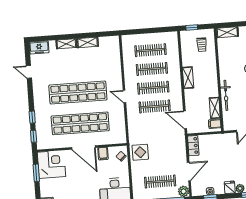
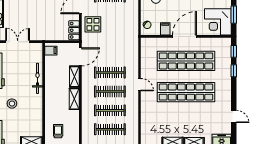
shelving: (215, 108) -> (74, 77), moved
door: (185, 120) -> (80, 57), hinge flipped
door: (83, 148) -> (184, 36), hinge flipped
display table: (140, 152) -> (93, 24), moved

